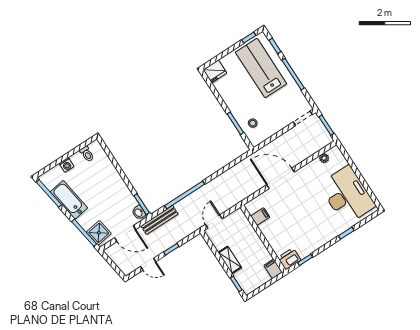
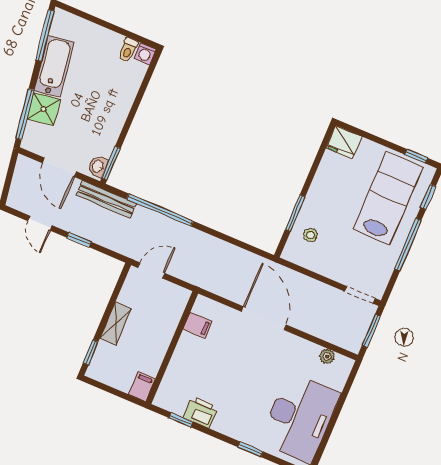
washing machine: (66, 165) -> (145, 54), moved
shower: (99, 233) -> (44, 109), moved
printer: (289, 259) -> (201, 412), moved

